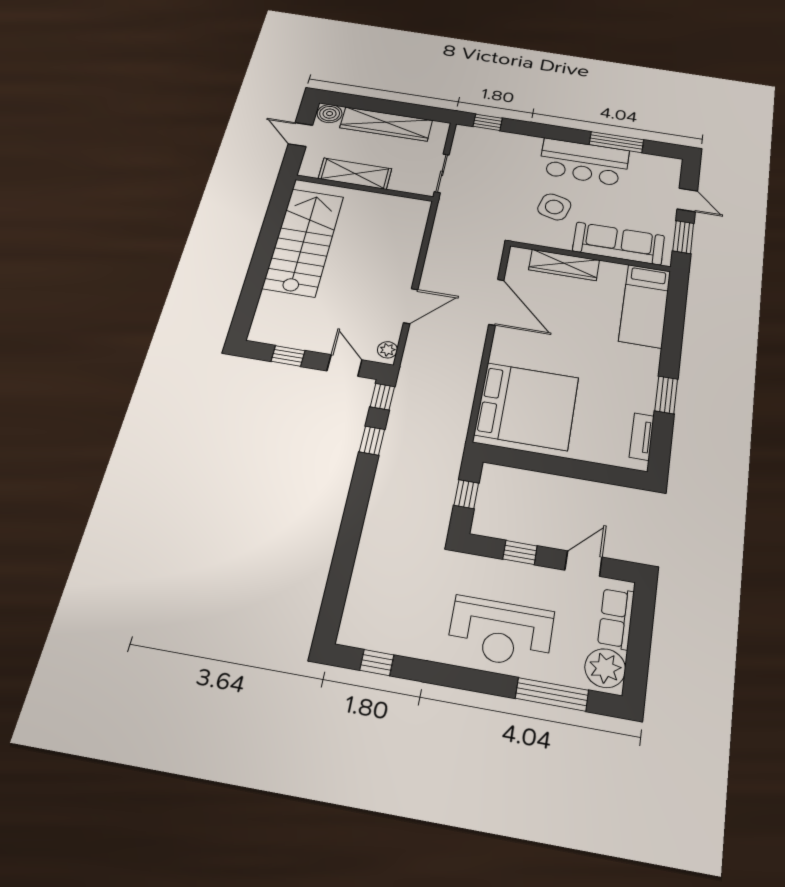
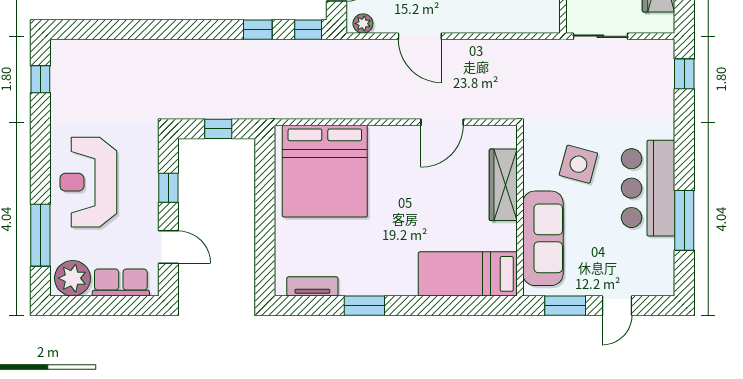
door: (496, 302) -> (442, 122), width x0.73

